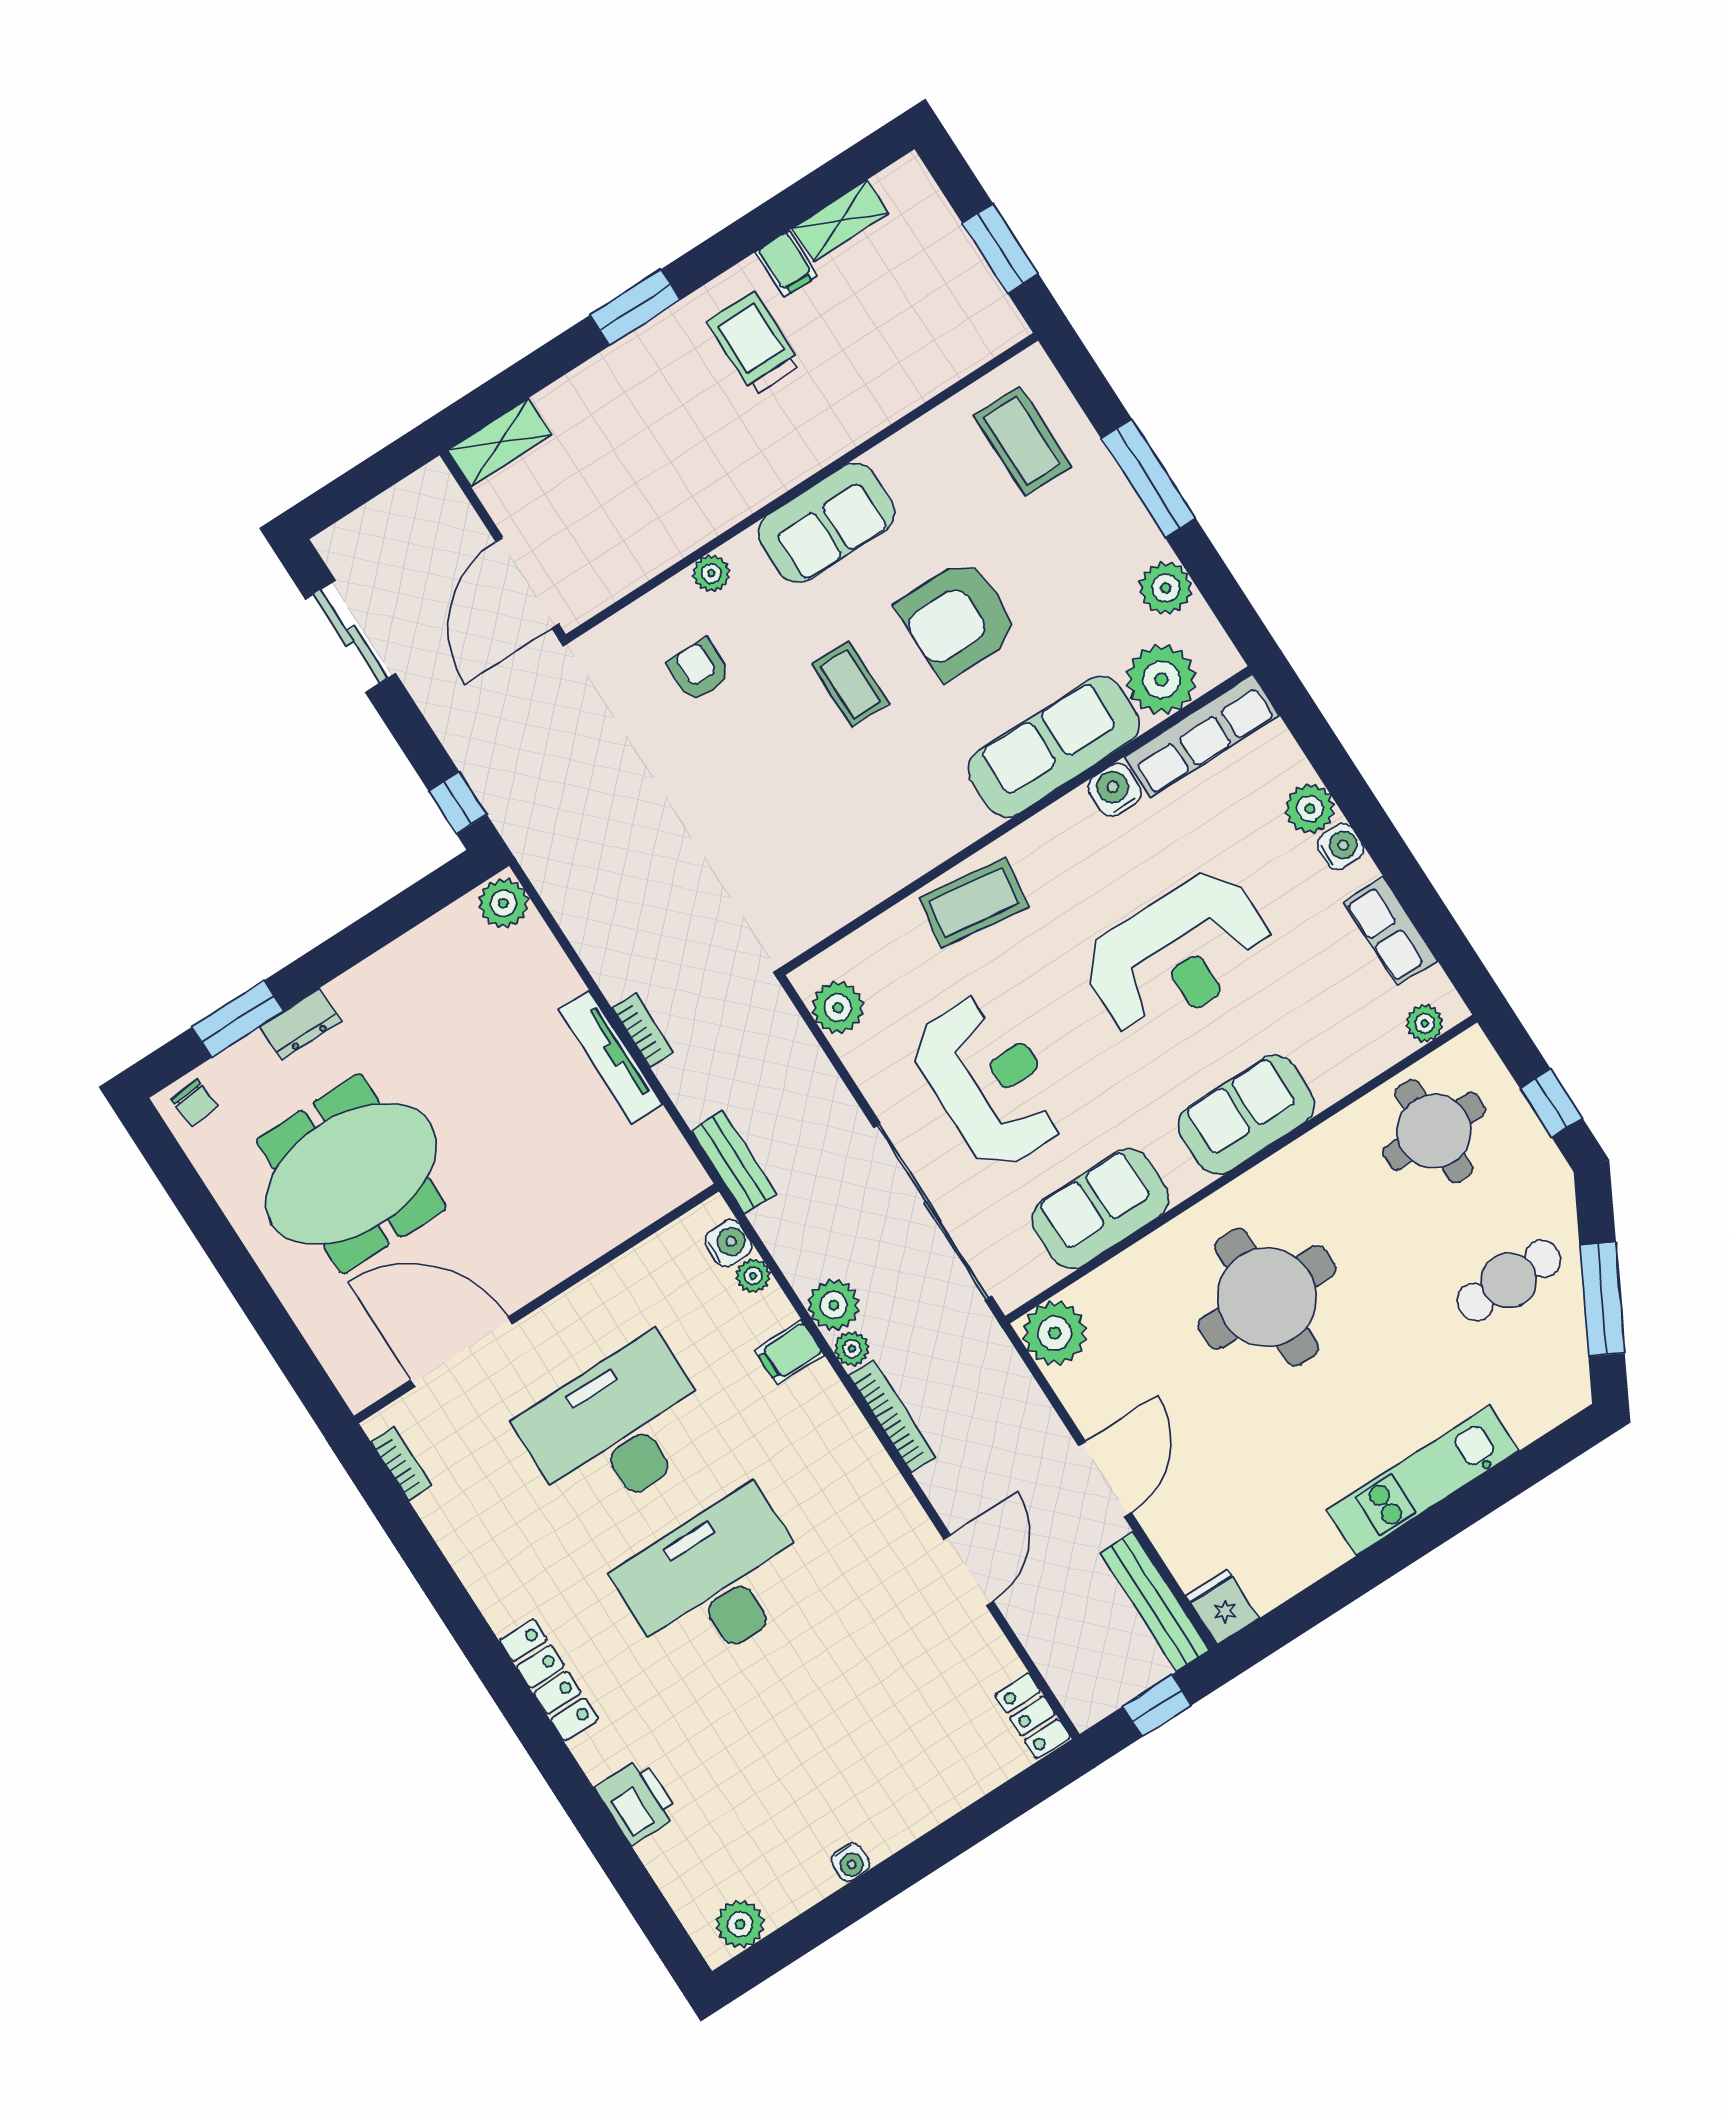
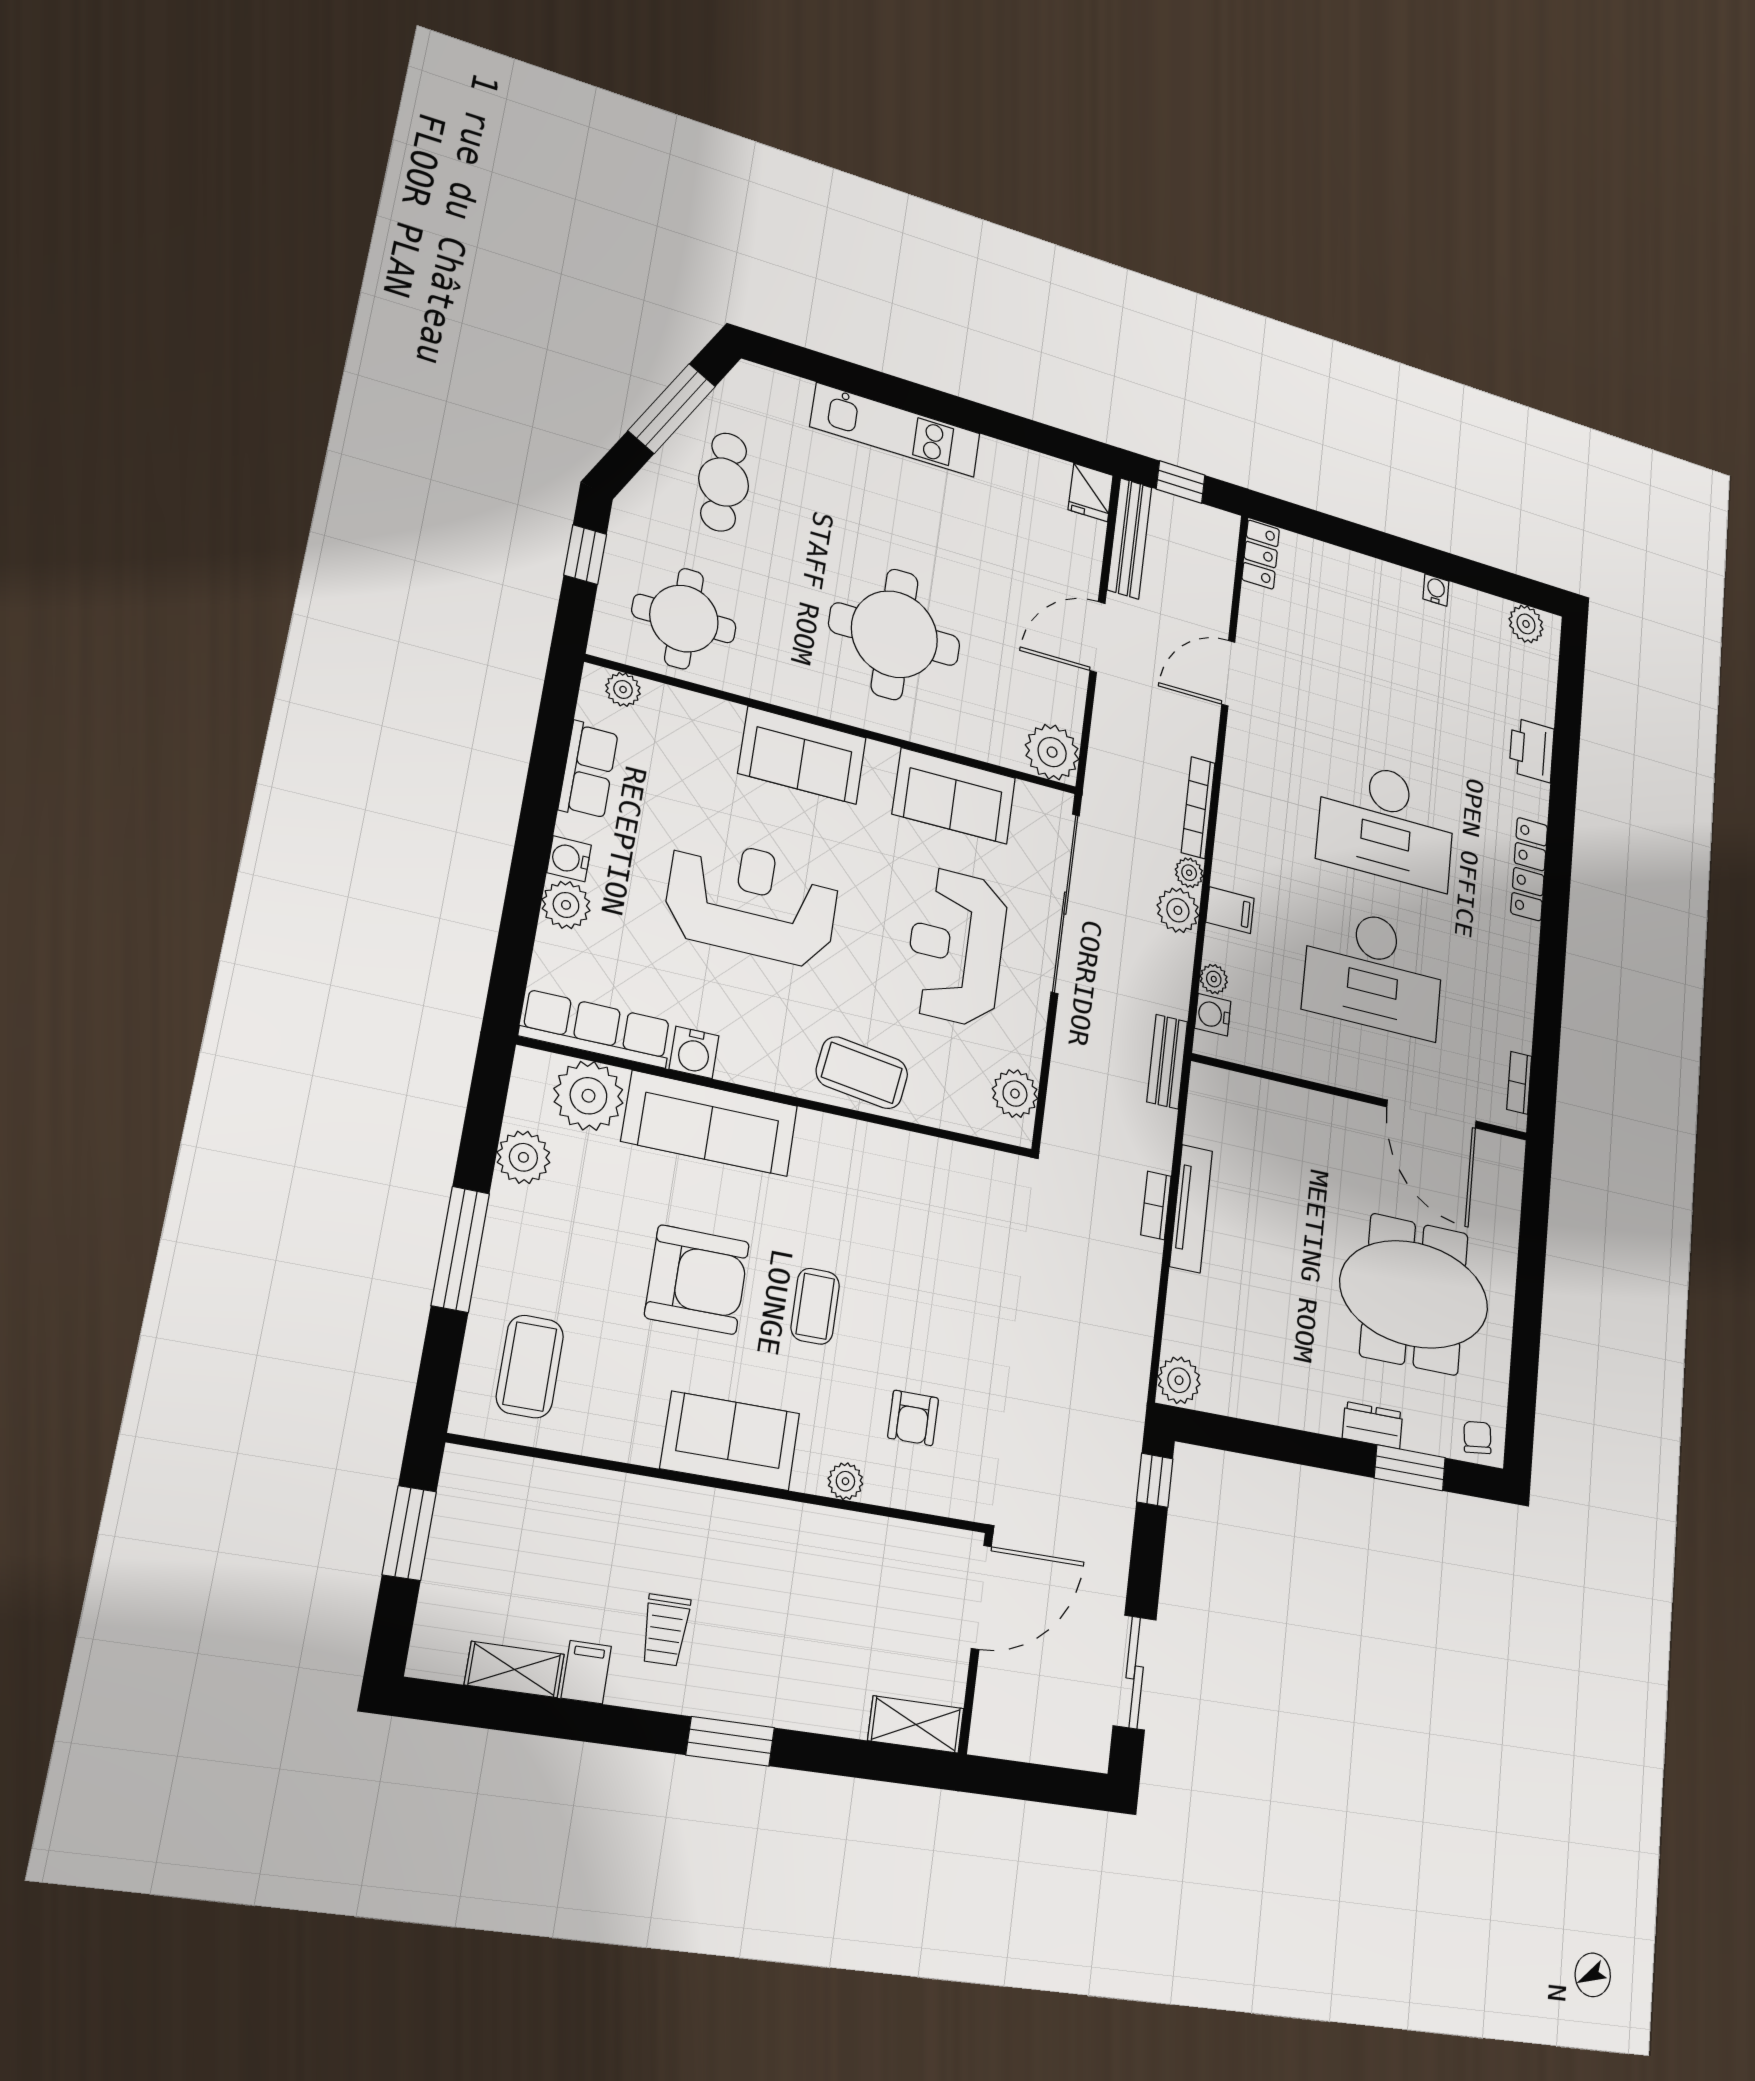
trolley: (754, 344) -> (665, 1630), width x0.73, depth x0.72
cafe table: (1509, 1280) -> (724, 482), turned 90

